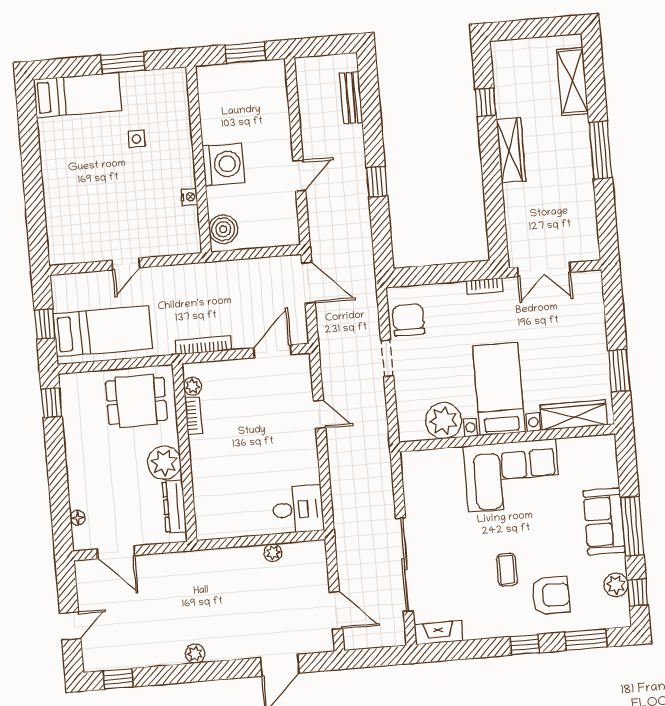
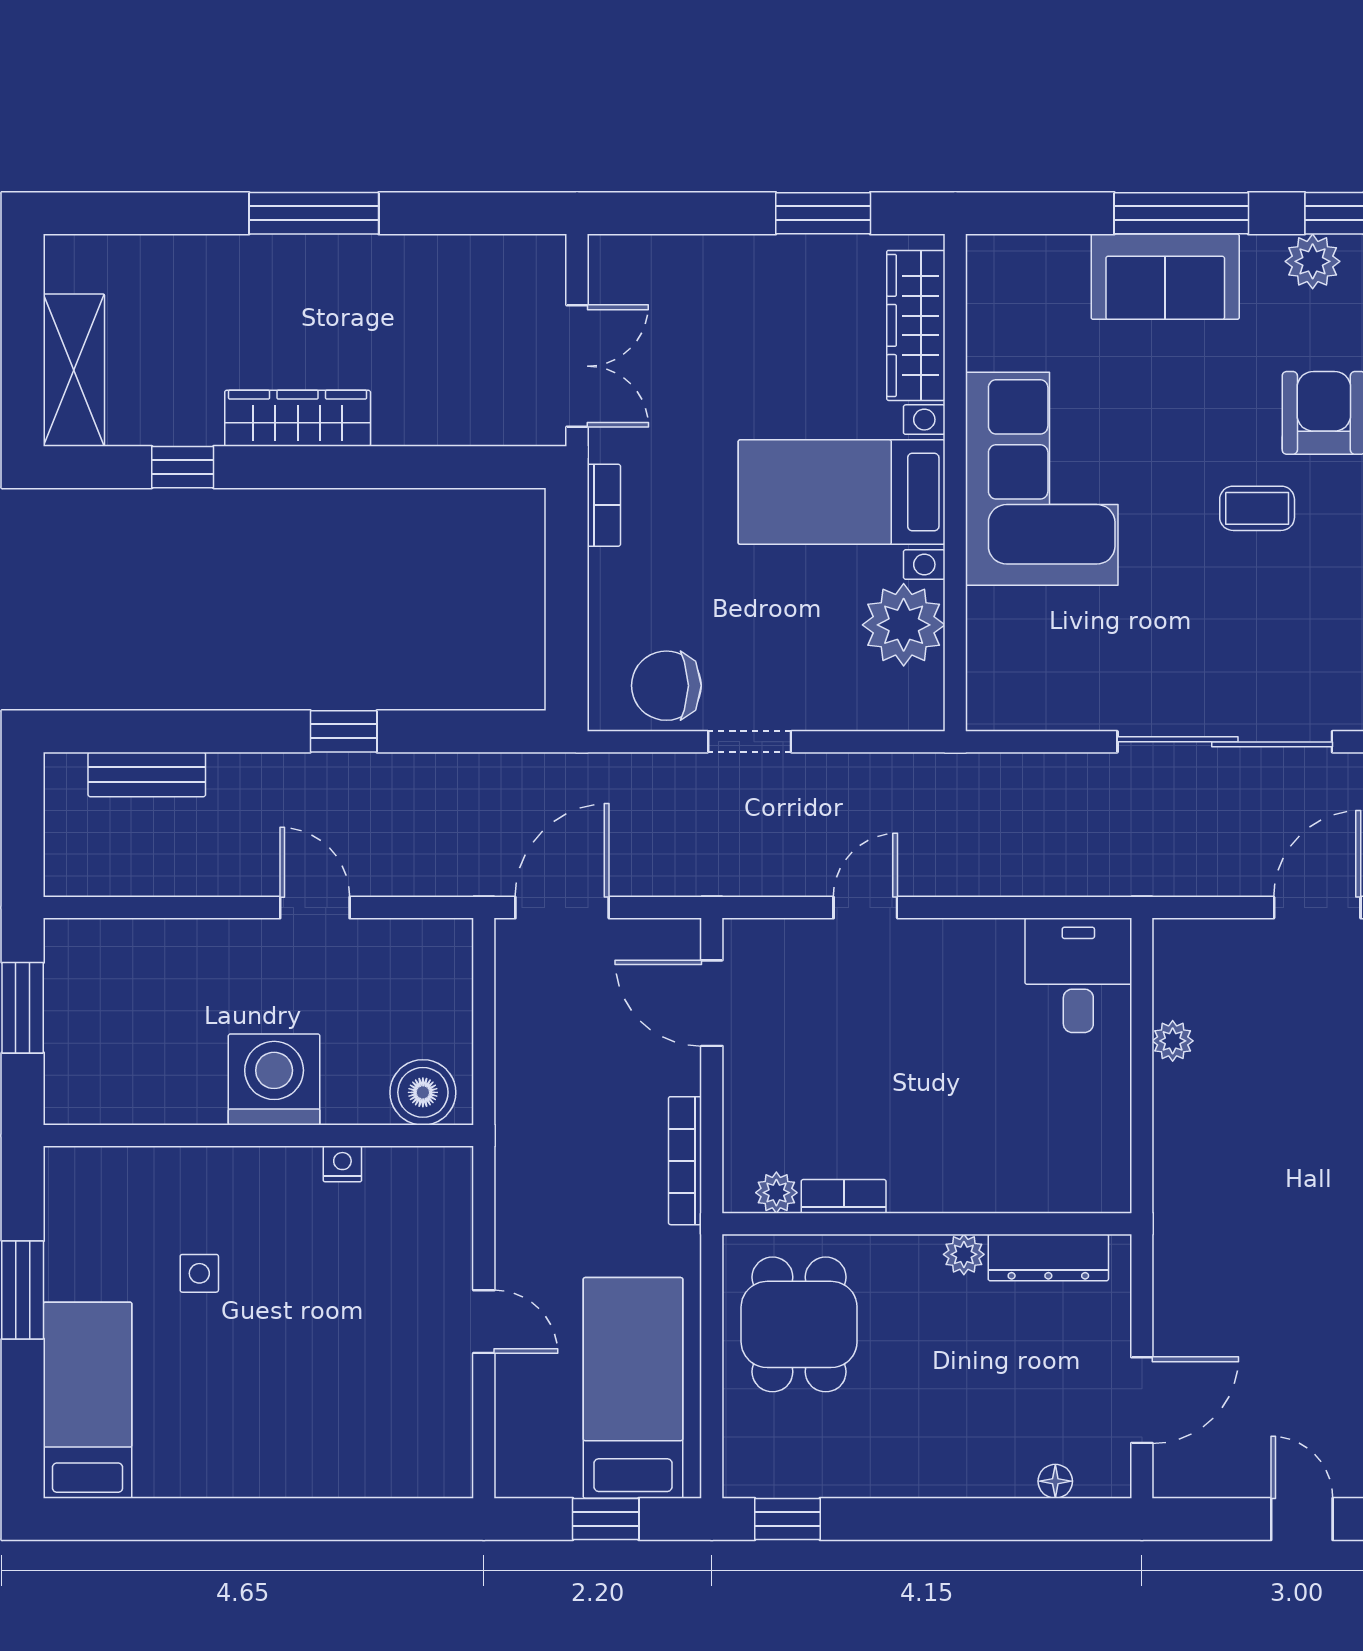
shelving: (572, 81) -> (74, 370), moved, turned 90
plant: (164, 463) -> (964, 1254), width x0.53, depth x0.53

